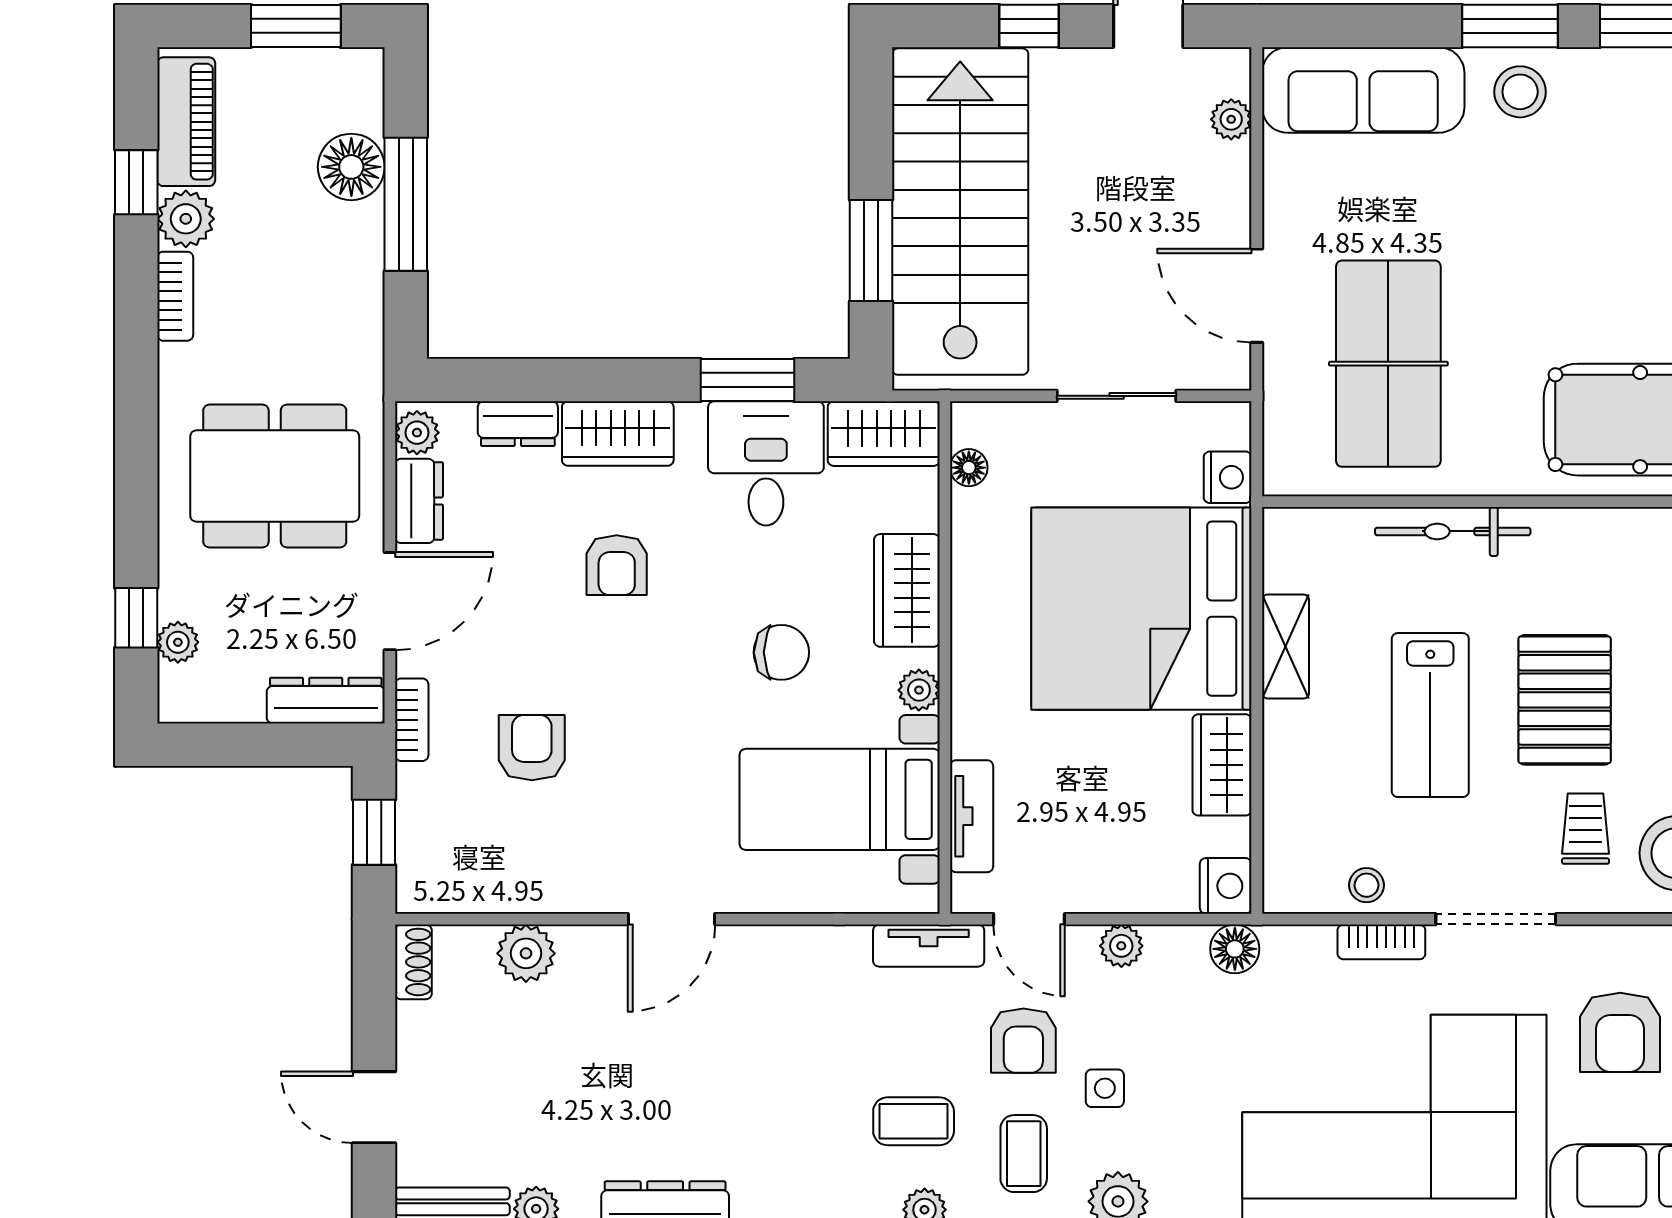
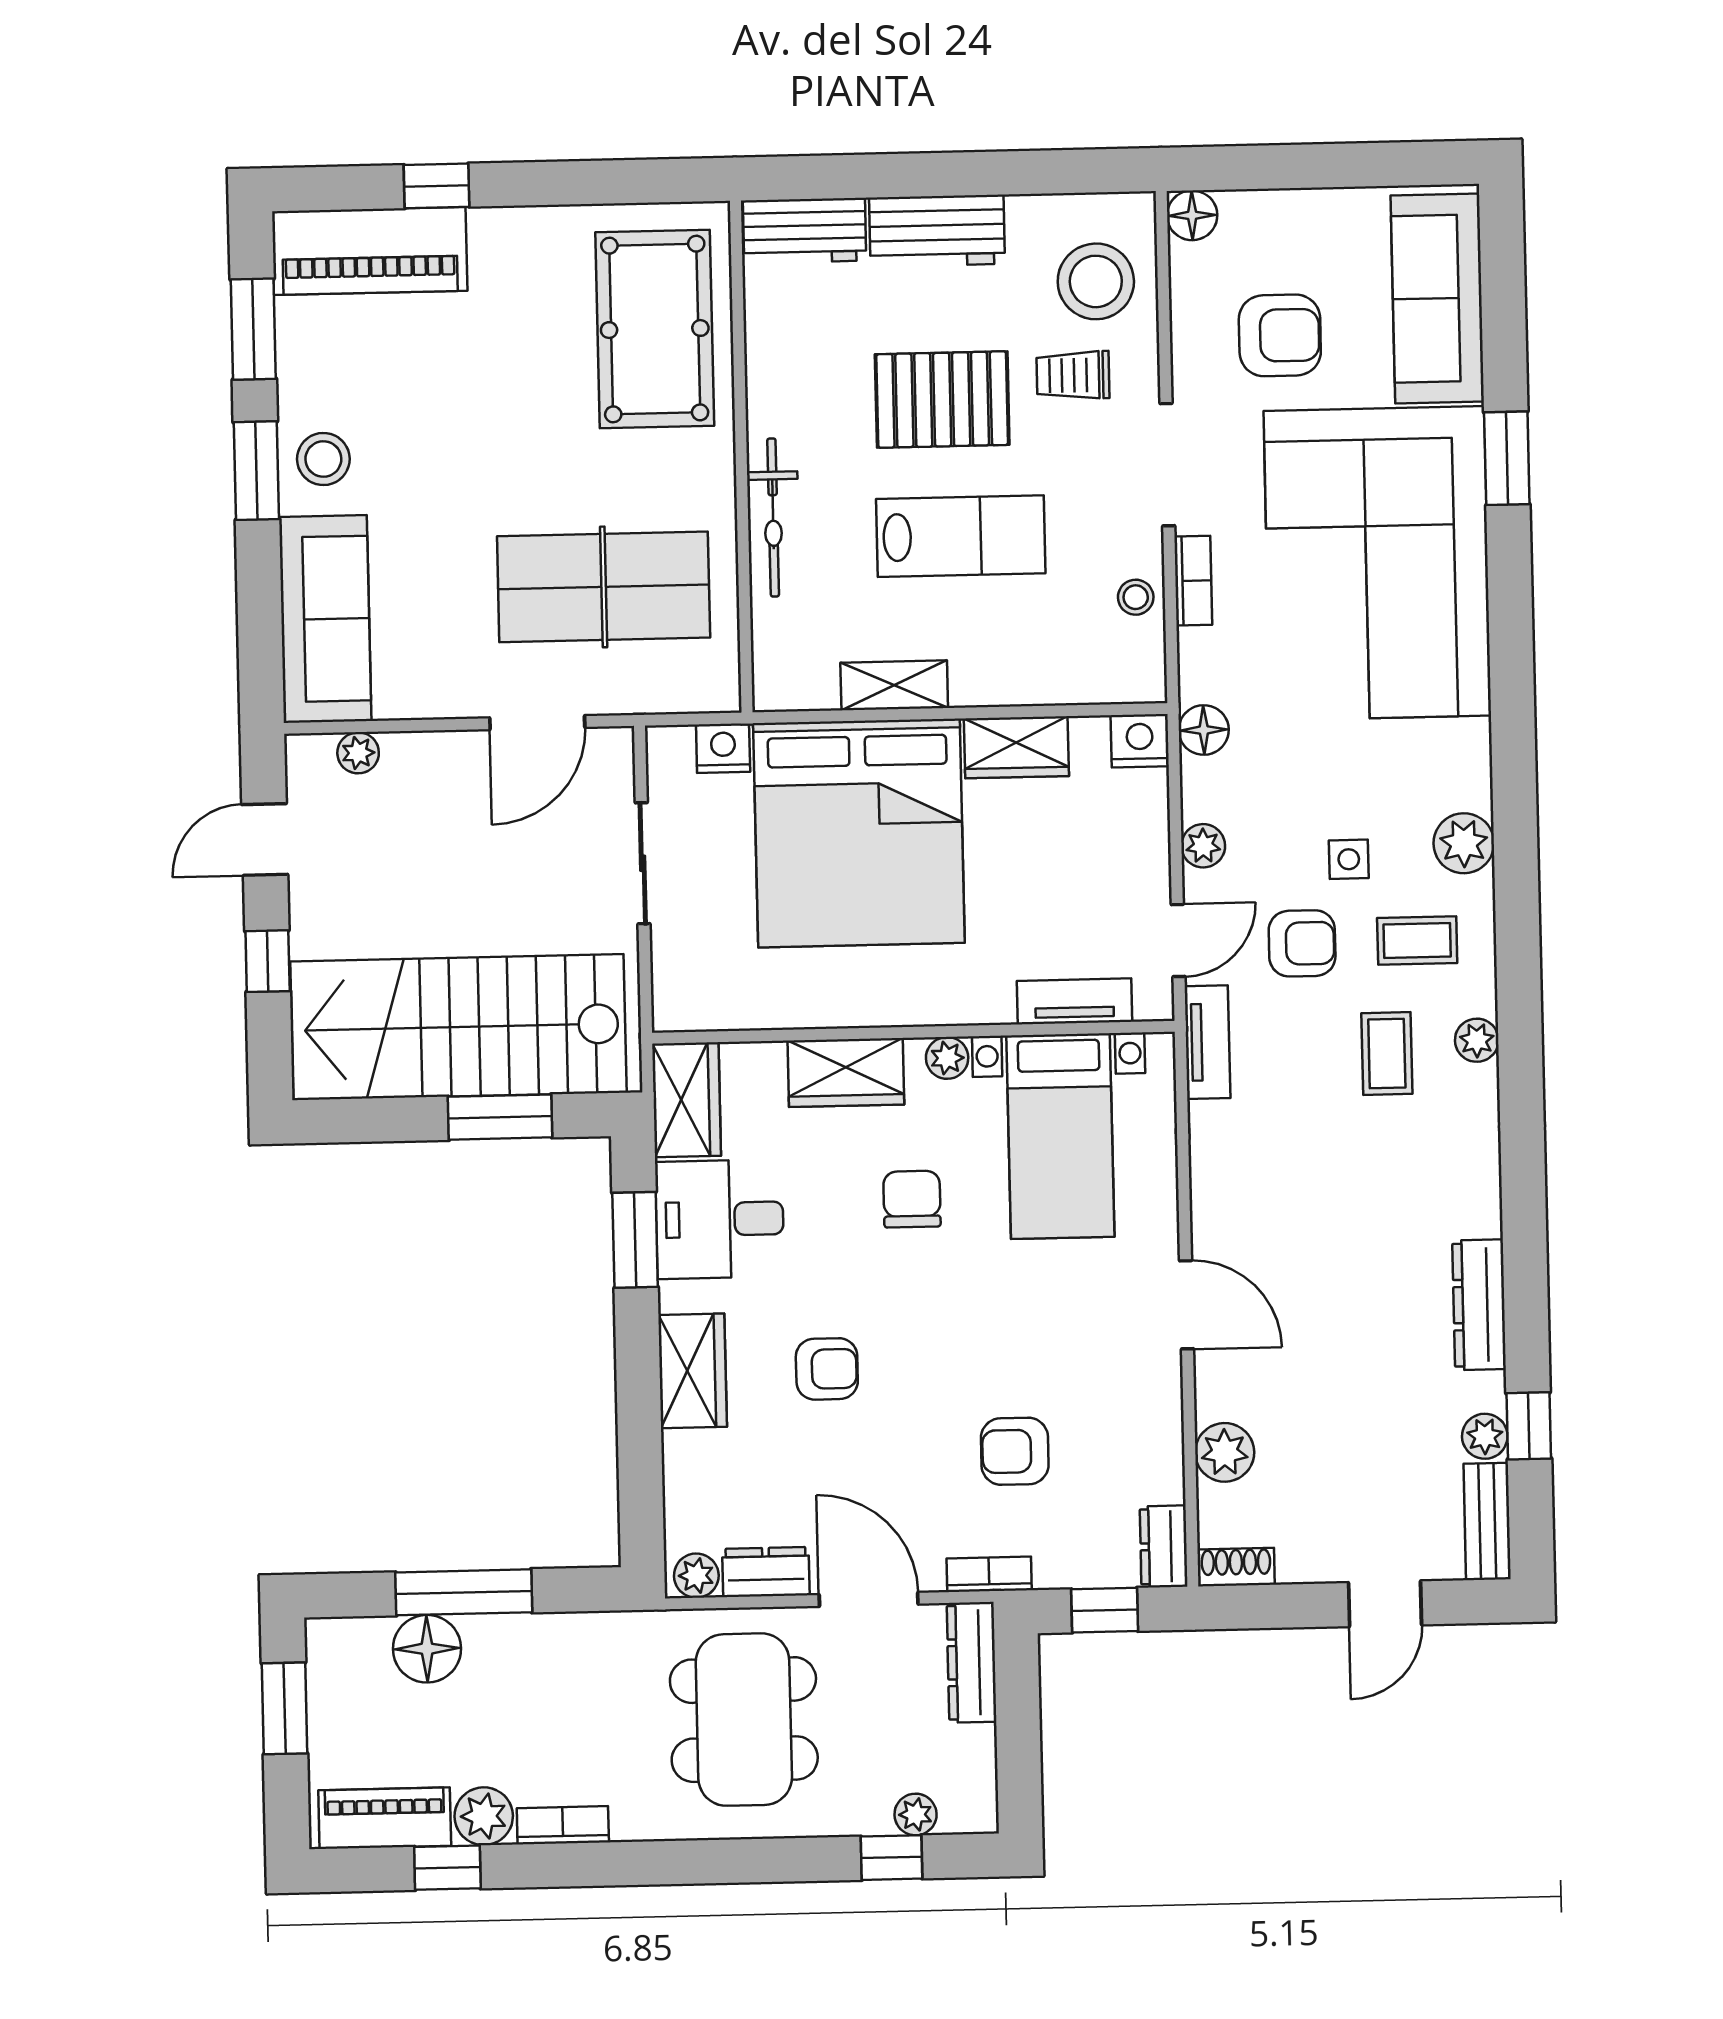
dresser: (518, 424) -> (1164, 1546), moved, turned 180
floor lamp: (969, 468) -> (719, 1012), removed

